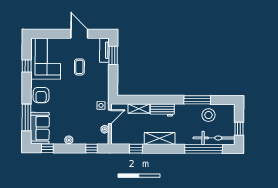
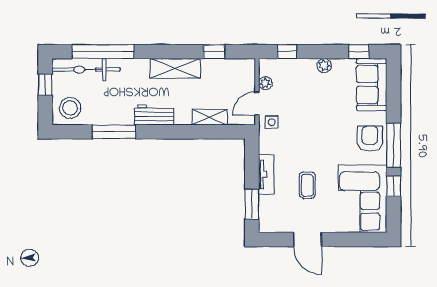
tv unit: (104, 50) -> (266, 174), moved
workbench: (162, 110) -> (154, 115), moved
stool: (209, 115) -> (70, 108), moved
window: (26, 118) -> (394, 145), moved

